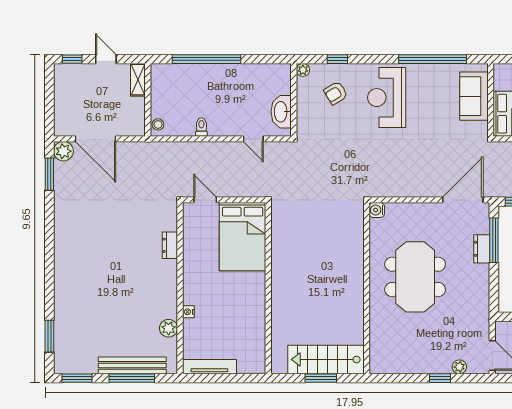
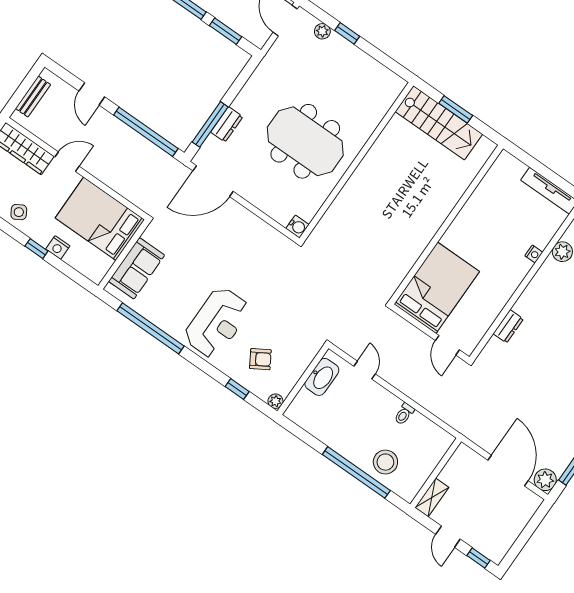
stool: (158, 124) -> (385, 462), moved, width x1.89, depth x1.89
meeting table: (415, 277) -> (305, 141), turned 90

